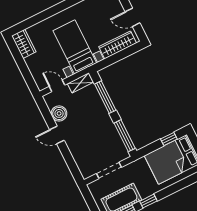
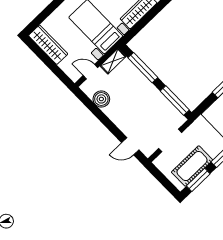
wardrobe: (24, 44) -> (48, 45), width x1.50
door: (57, 135) -> (130, 146), moved

